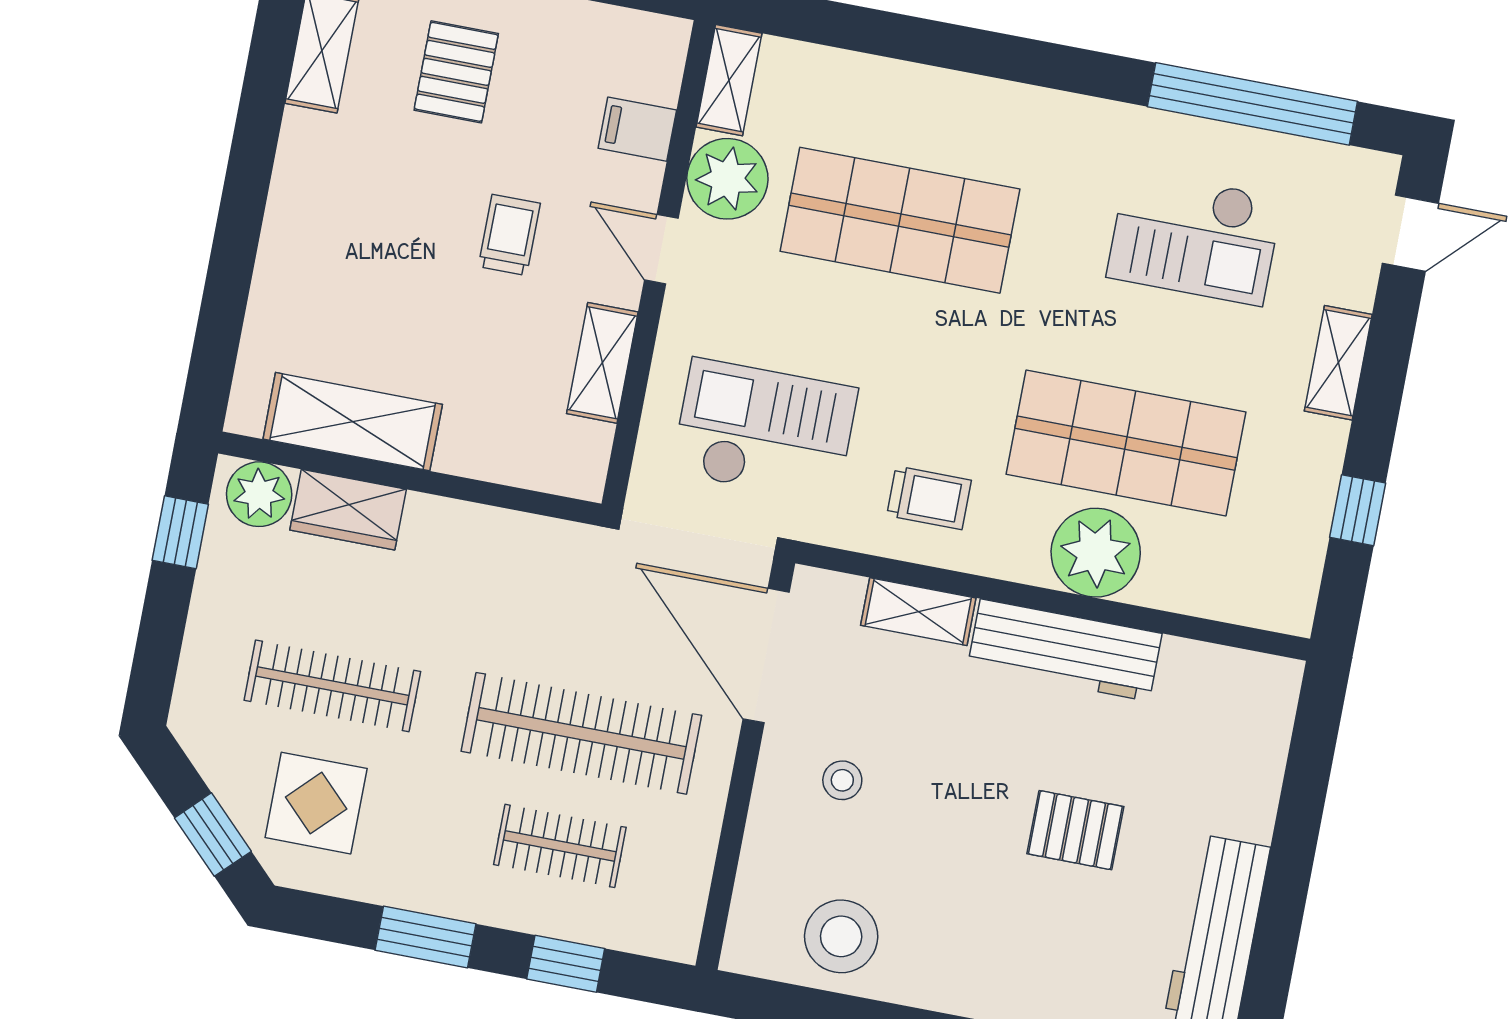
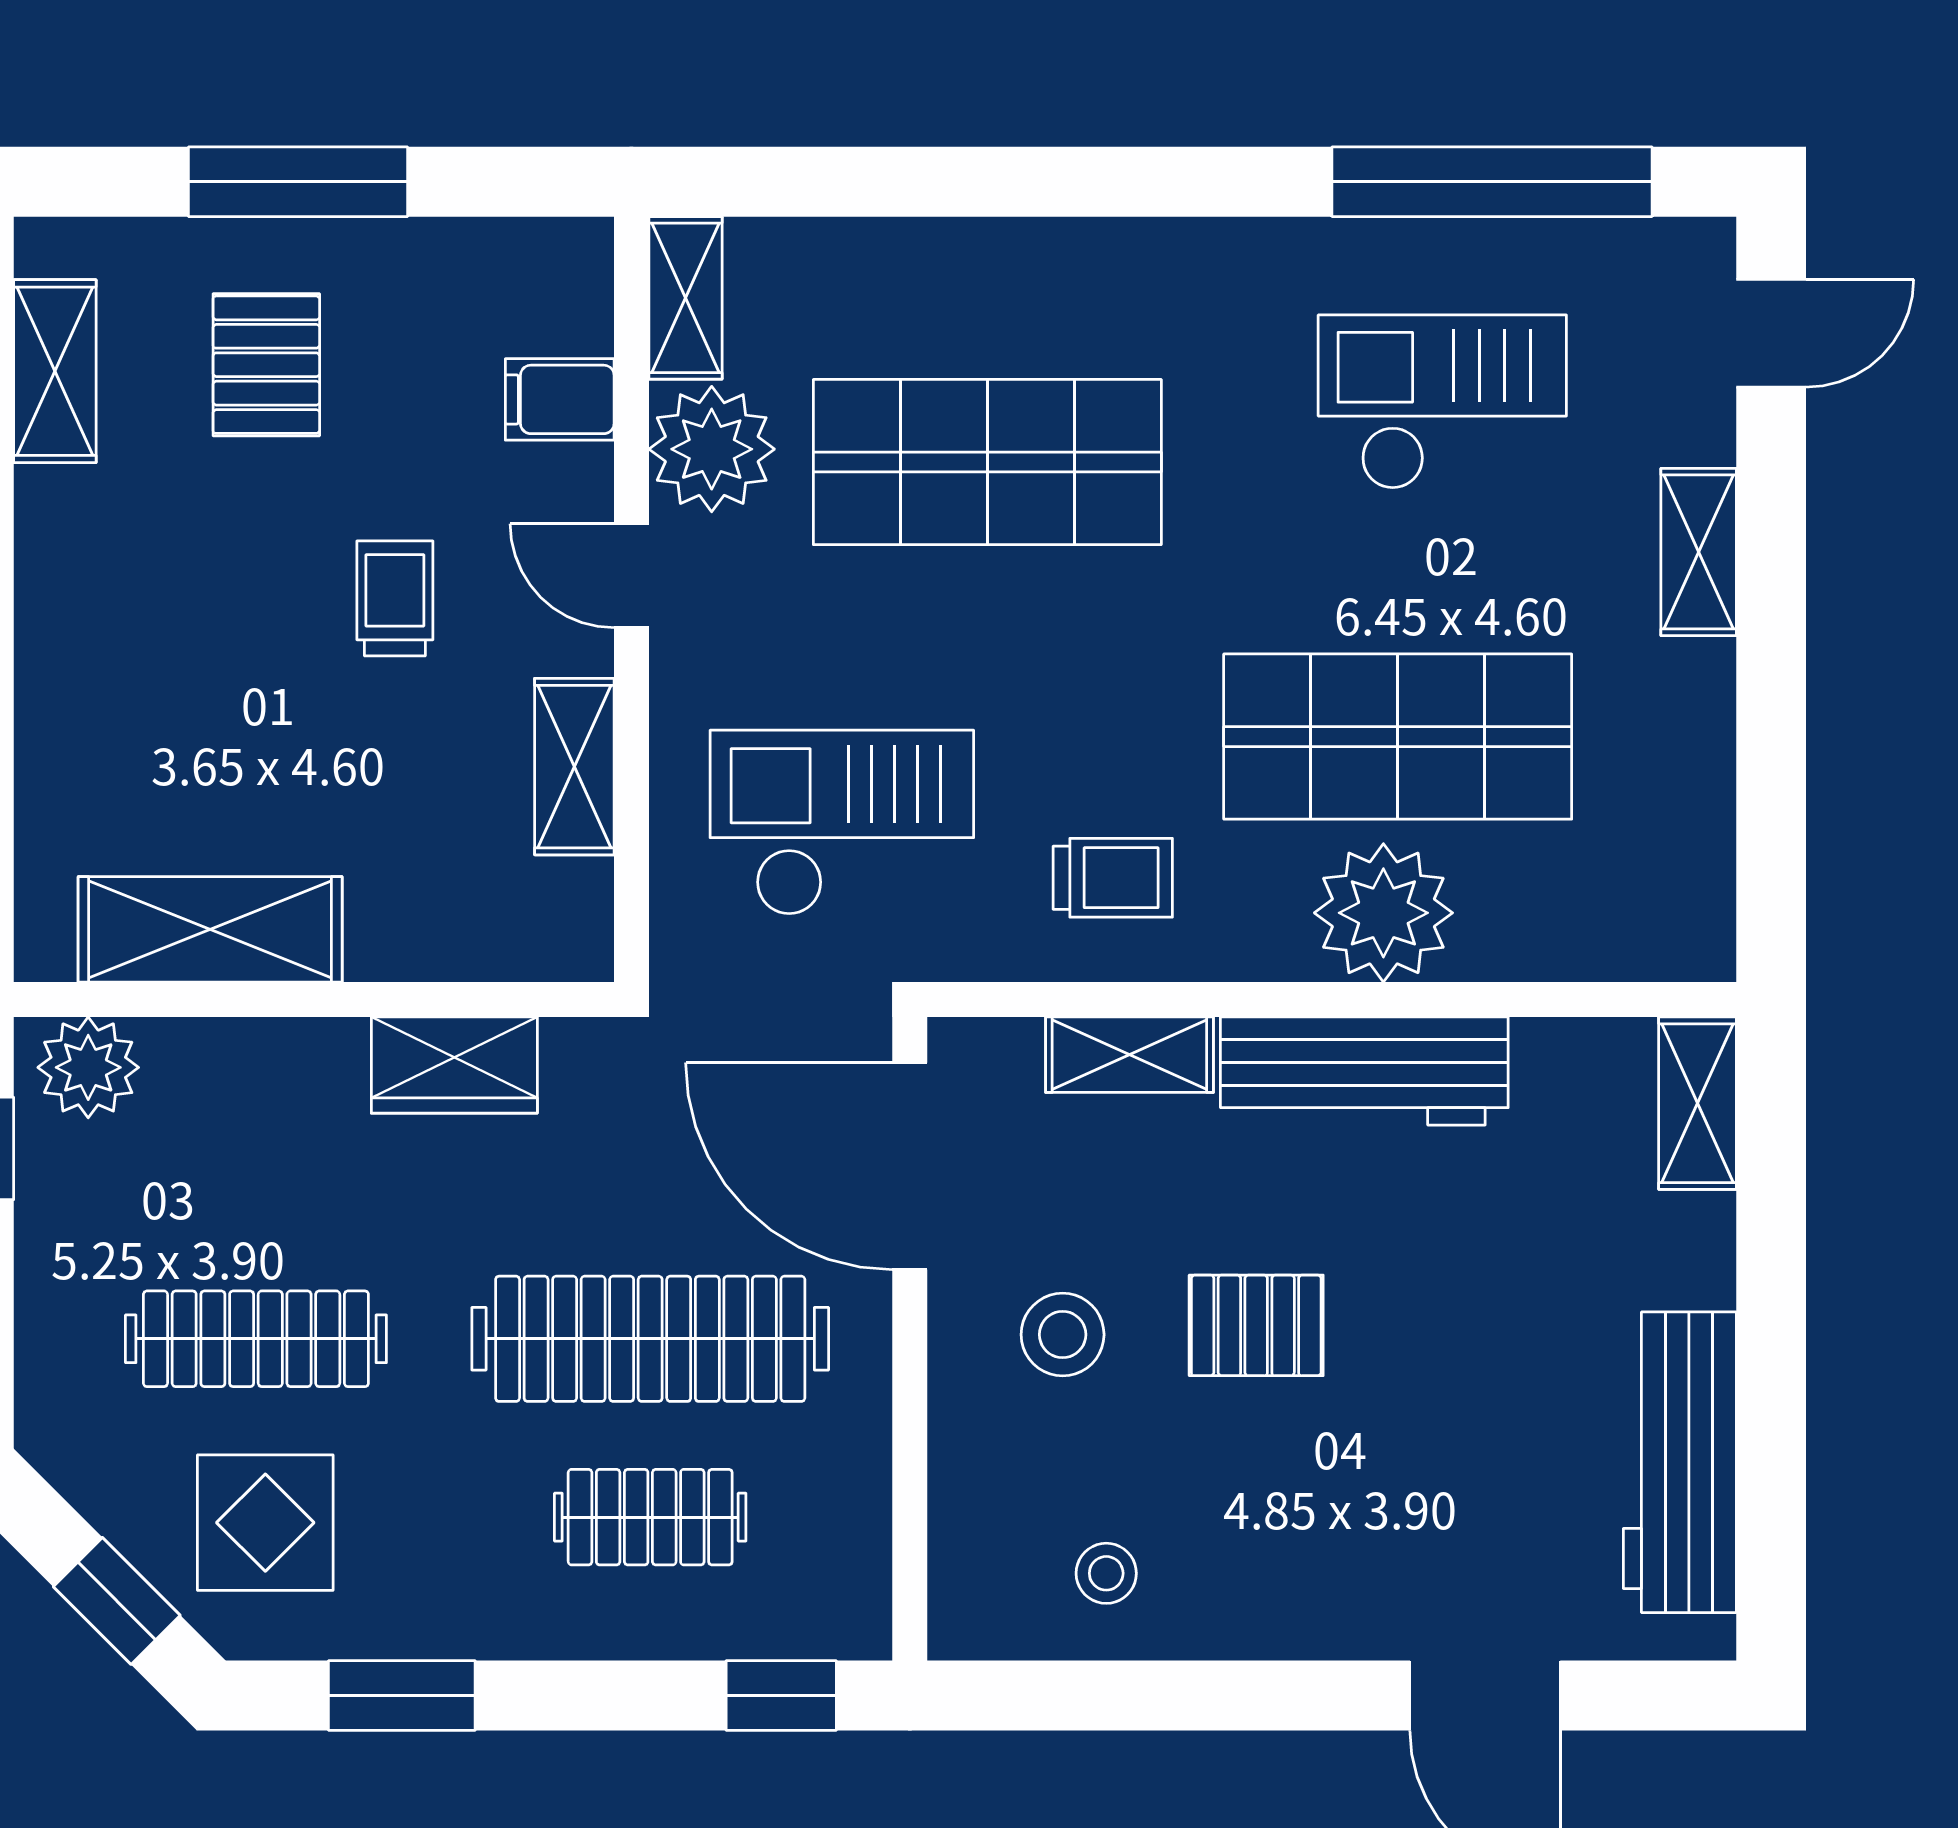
checkout: (1194, 237) -> (1442, 402), turned 180
wardrobe: (348, 510) -> (454, 1065), moved
window: (1358, 510) -> (1771, 772), removed
shelving: (1271, 711) -> (1697, 1103), added
stool: (842, 780) -> (1063, 1335), width x1.37, depth x1.37
pallet: (1075, 830) -> (1256, 1325), moved
stool: (841, 936) -> (1106, 1573), width x0.53, depth x0.53
window: (425, 937) -> (402, 1695), moved
window: (566, 964) -> (781, 1695), moved

